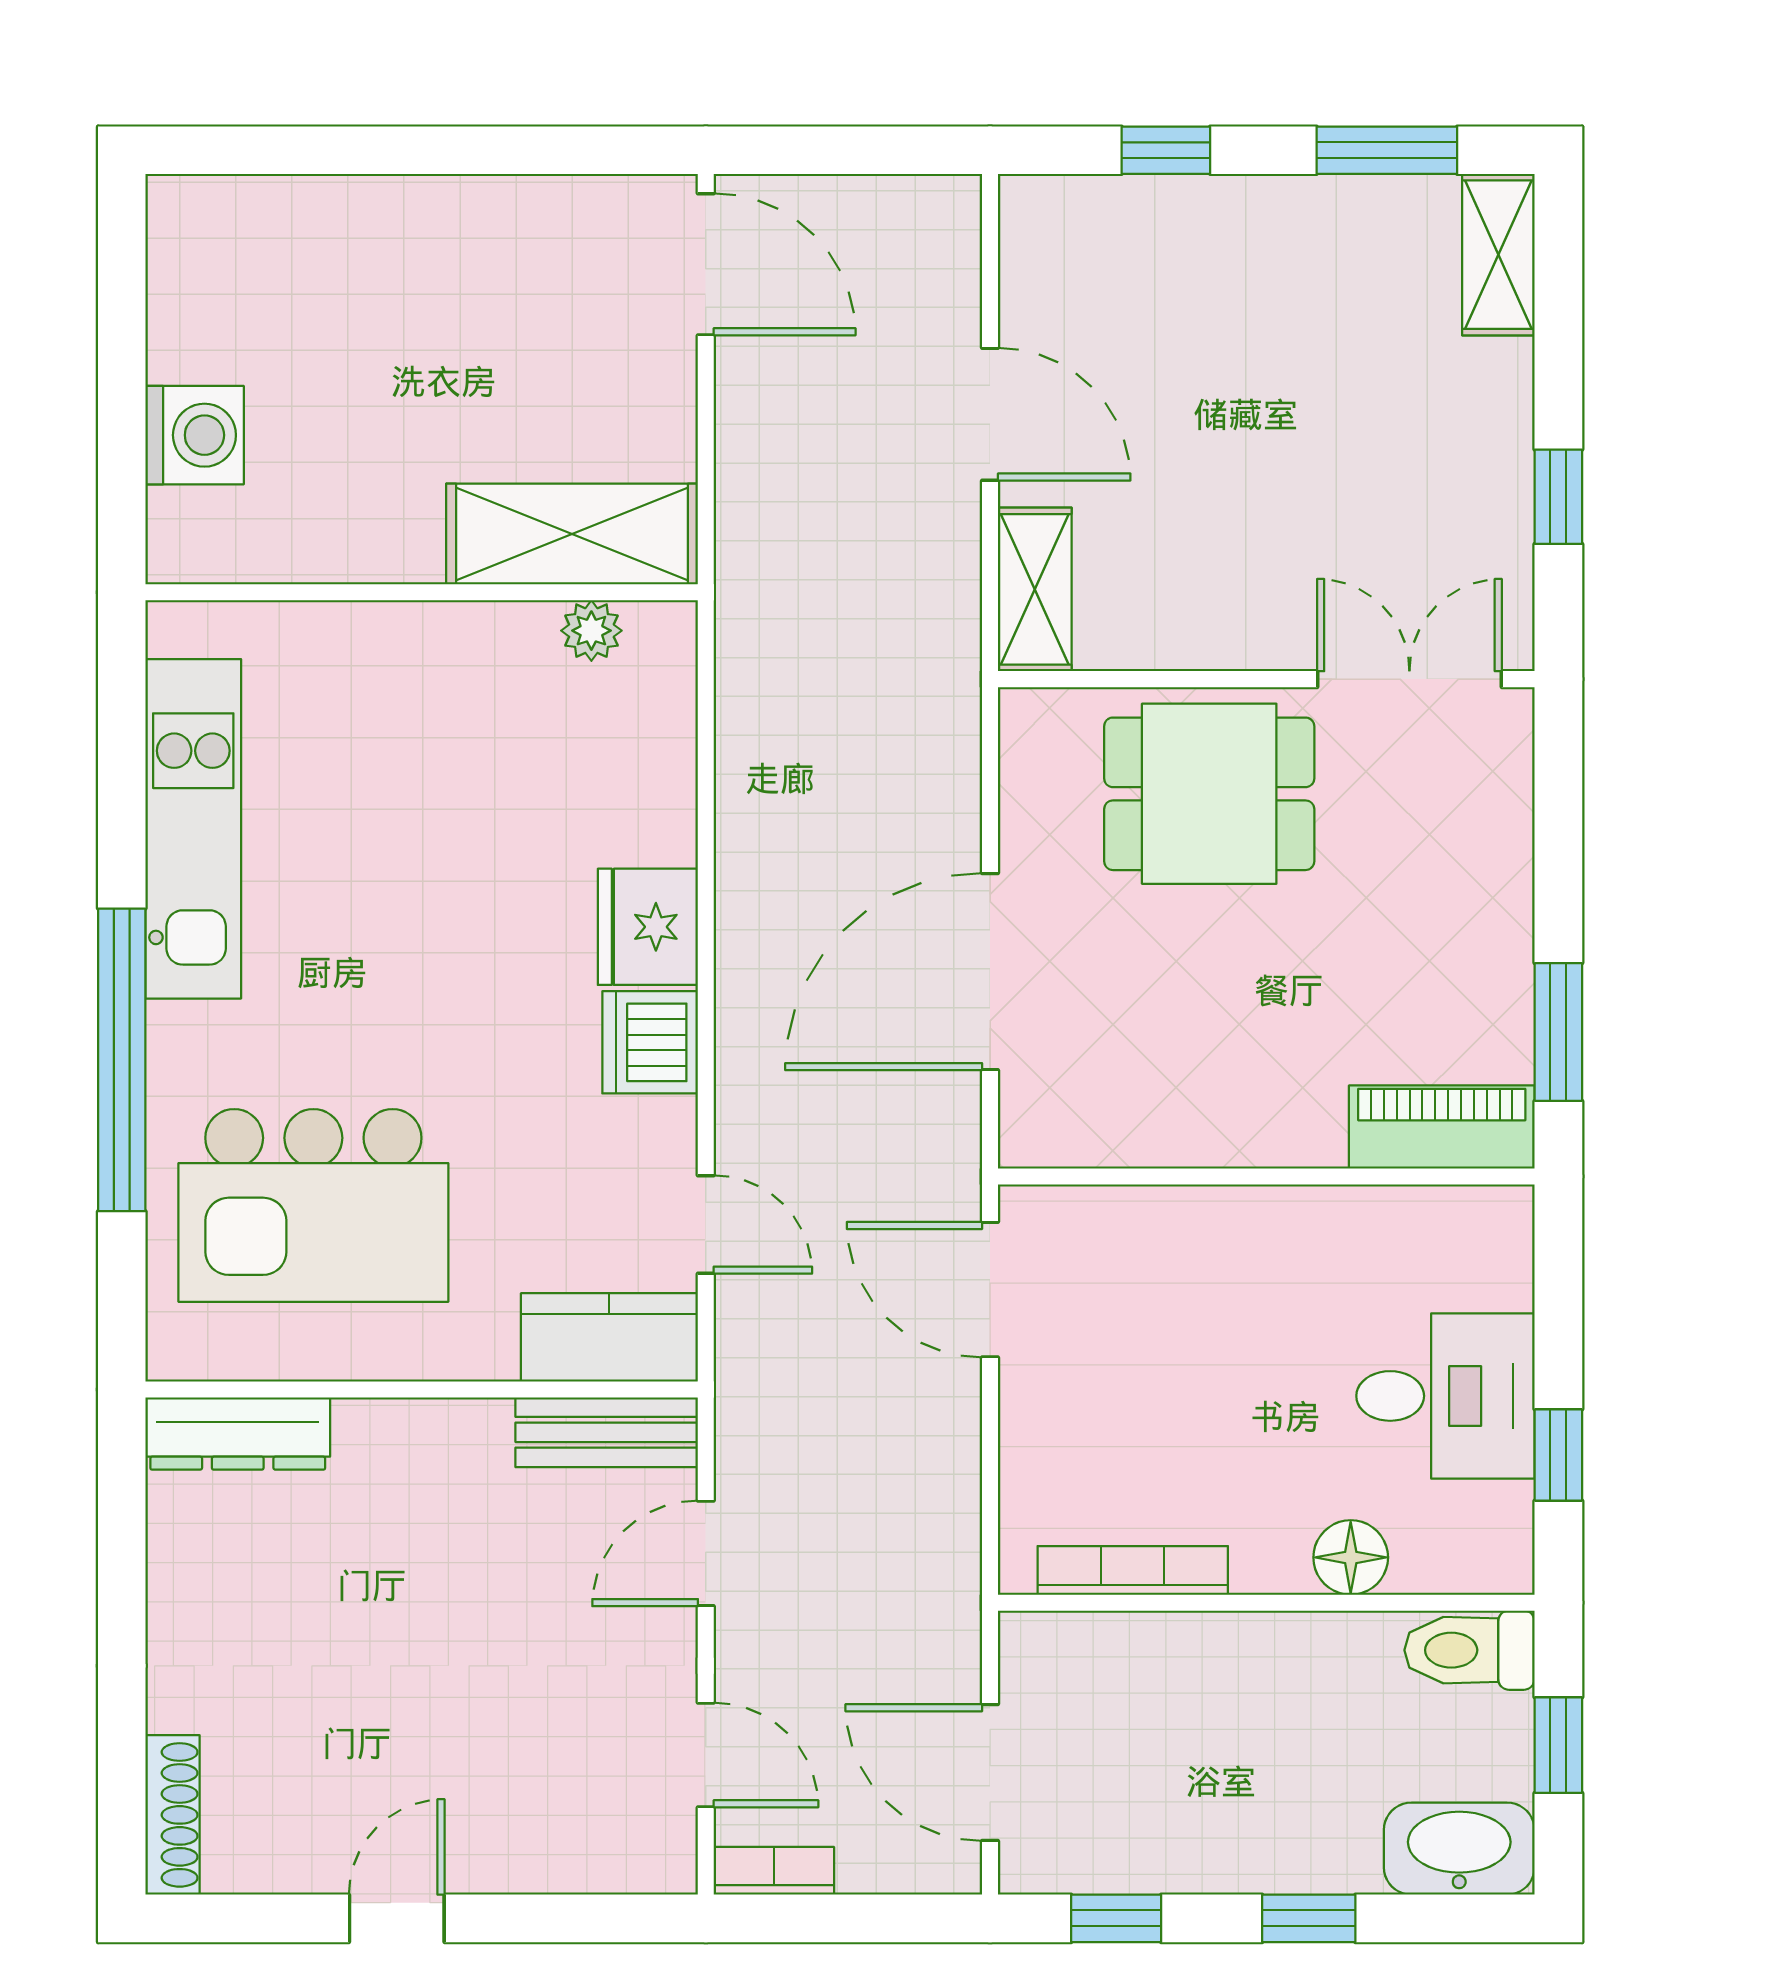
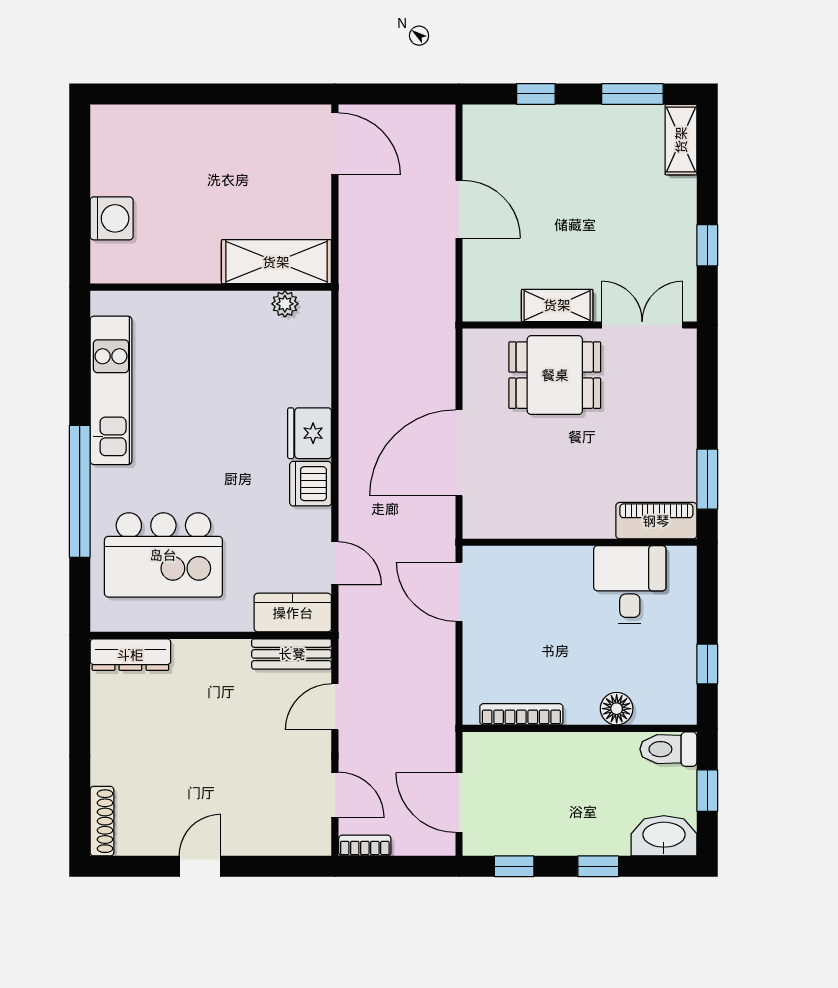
shelving: (1035, 589) -> (557, 305), moved, turned 90
desk: (1445, 1396) -> (630, 585), moved, turned -90

